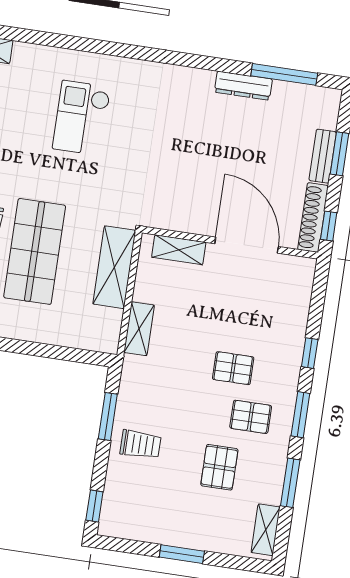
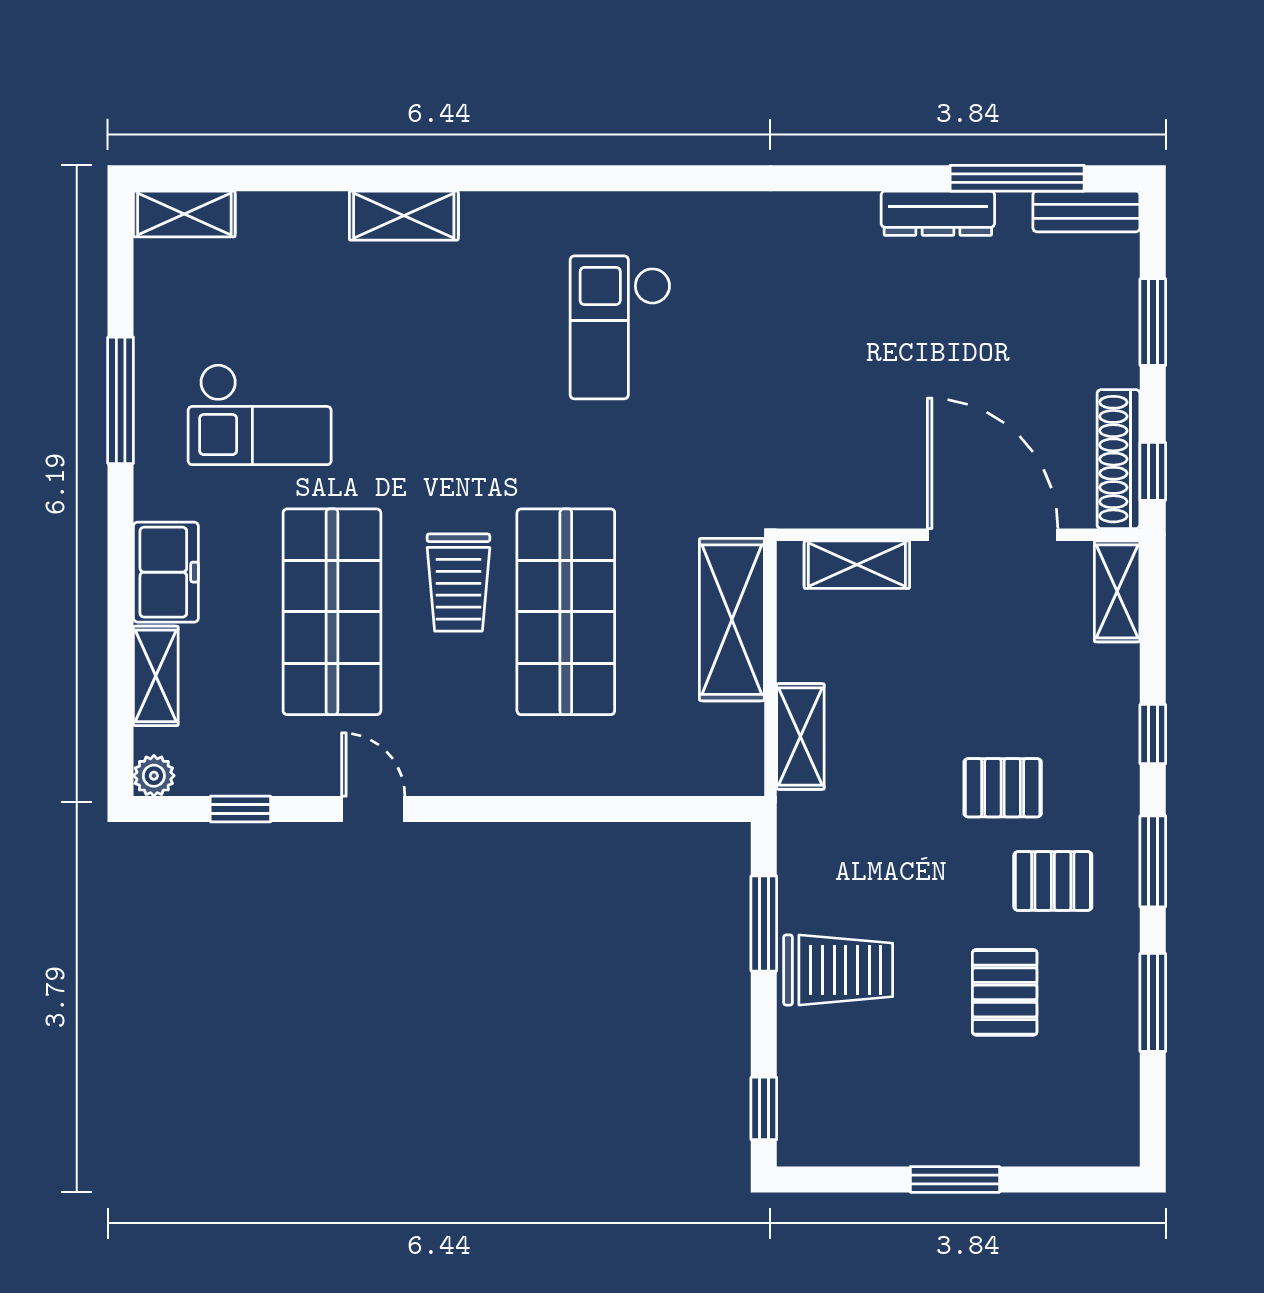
bench: (323, 156) -> (1086, 211), moved, turned 90
trolley: (140, 444) -> (838, 970), width x1.36, depth x1.39
shelving: (266, 530) -> (1117, 591), moved

